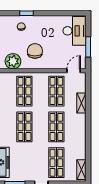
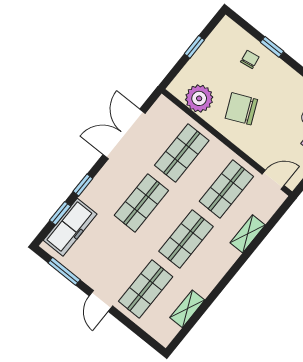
chair: (35, 51) -> (241, 109), turned -114
shelving: (81, 170) -> (187, 309), moved

